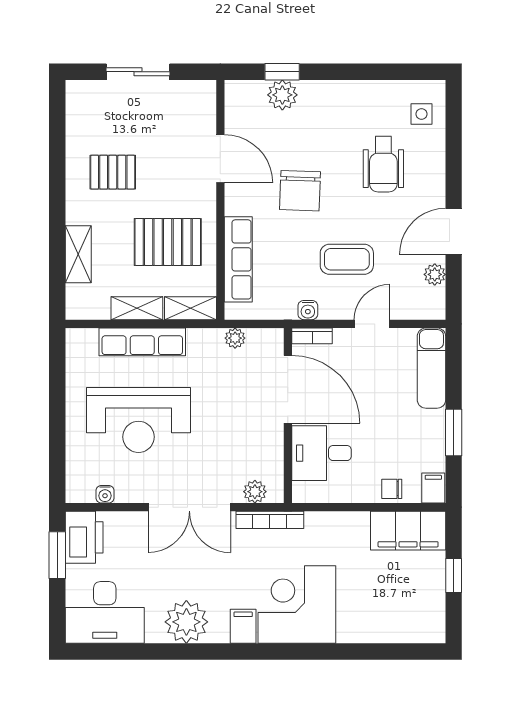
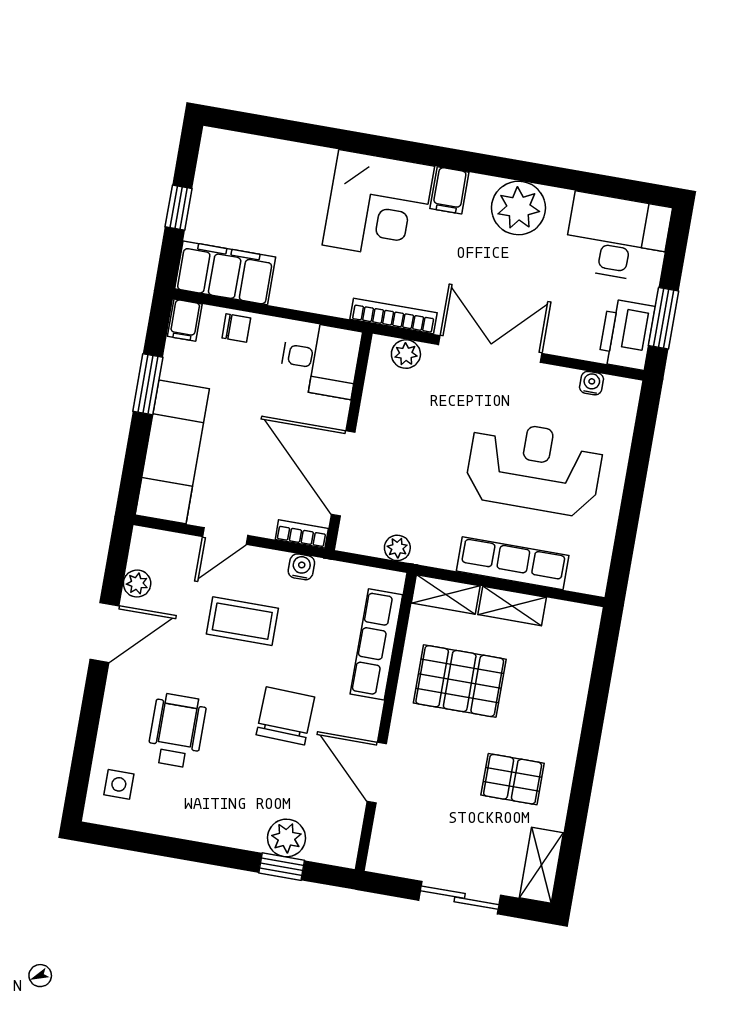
shelving: (78, 254) -> (541, 865), moved
exam couch: (431, 368) -> (172, 452), width x1.36, depth x1.45
desk: (322, 453) -> (320, 359), moved

